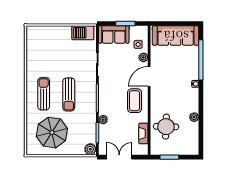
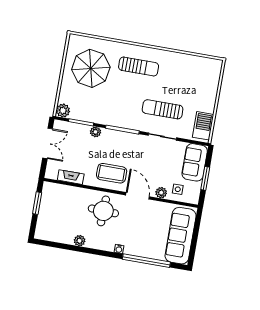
sun lounger: (69, 95) -> (163, 109), moved
round table: (166, 127) -> (103, 211), moved

